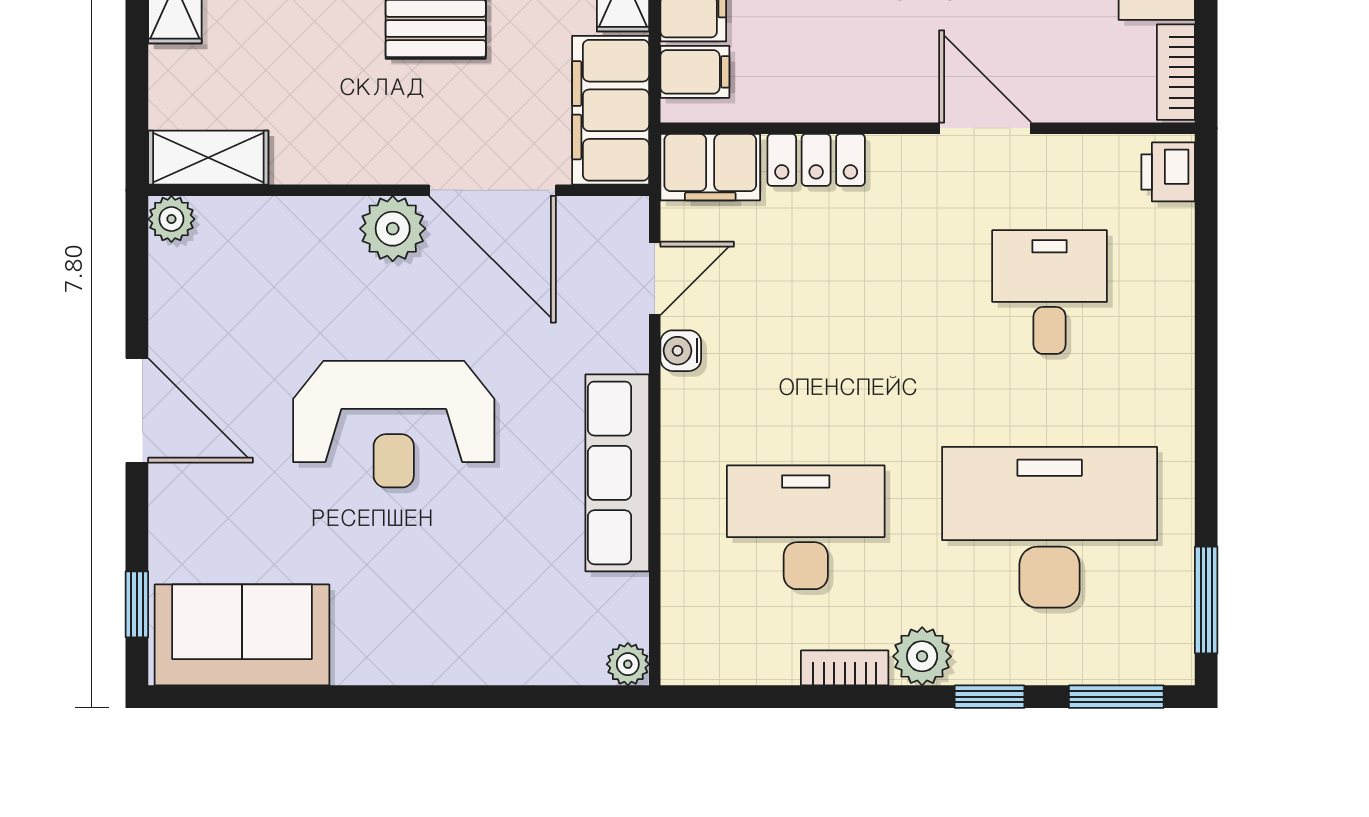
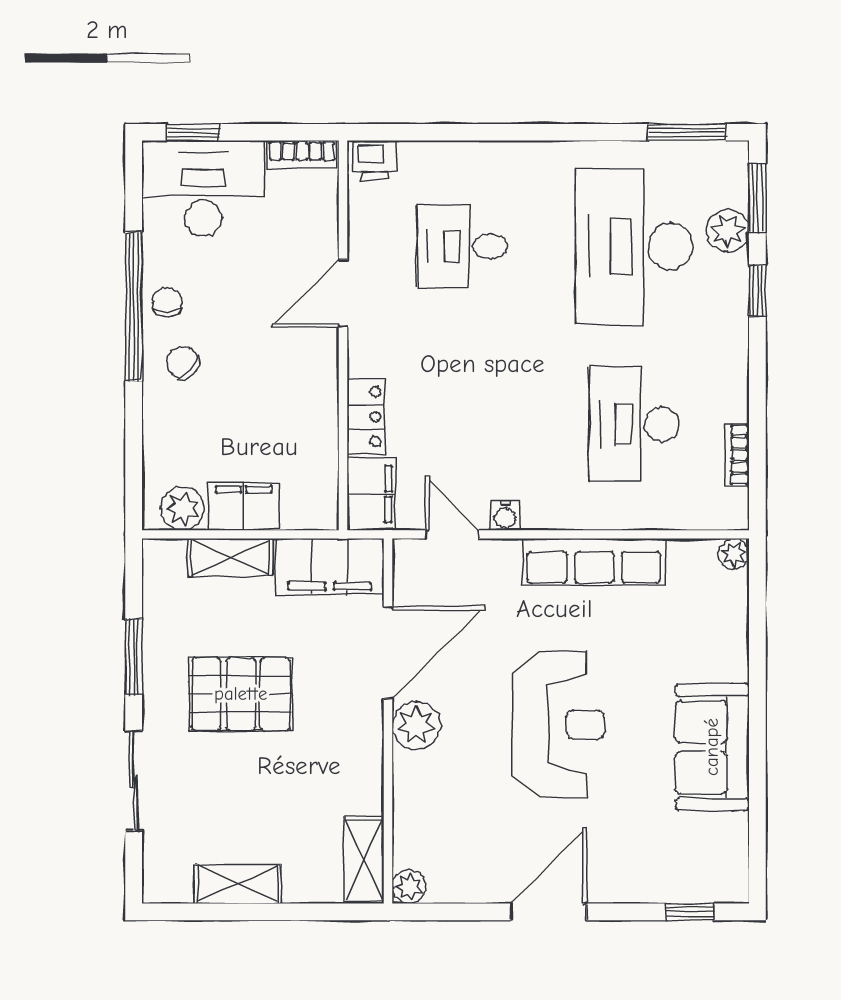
filing cabinet: (695, 72) -> (302, 505), removed
sofa: (242, 635) -> (712, 747), moved
plant: (922, 656) -> (728, 231), moved
bookcase: (845, 668) -> (736, 455), moved

